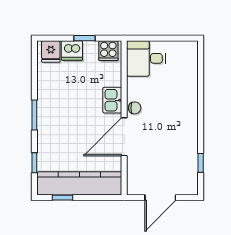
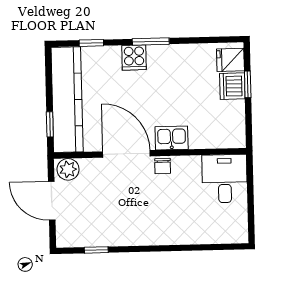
window: (84, 38) -> (248, 84), moved
cooker: (108, 51) -> (134, 58), moved, turned -90
plant: (135, 184) -> (68, 169), added
window: (63, 198) -> (50, 124), moved

